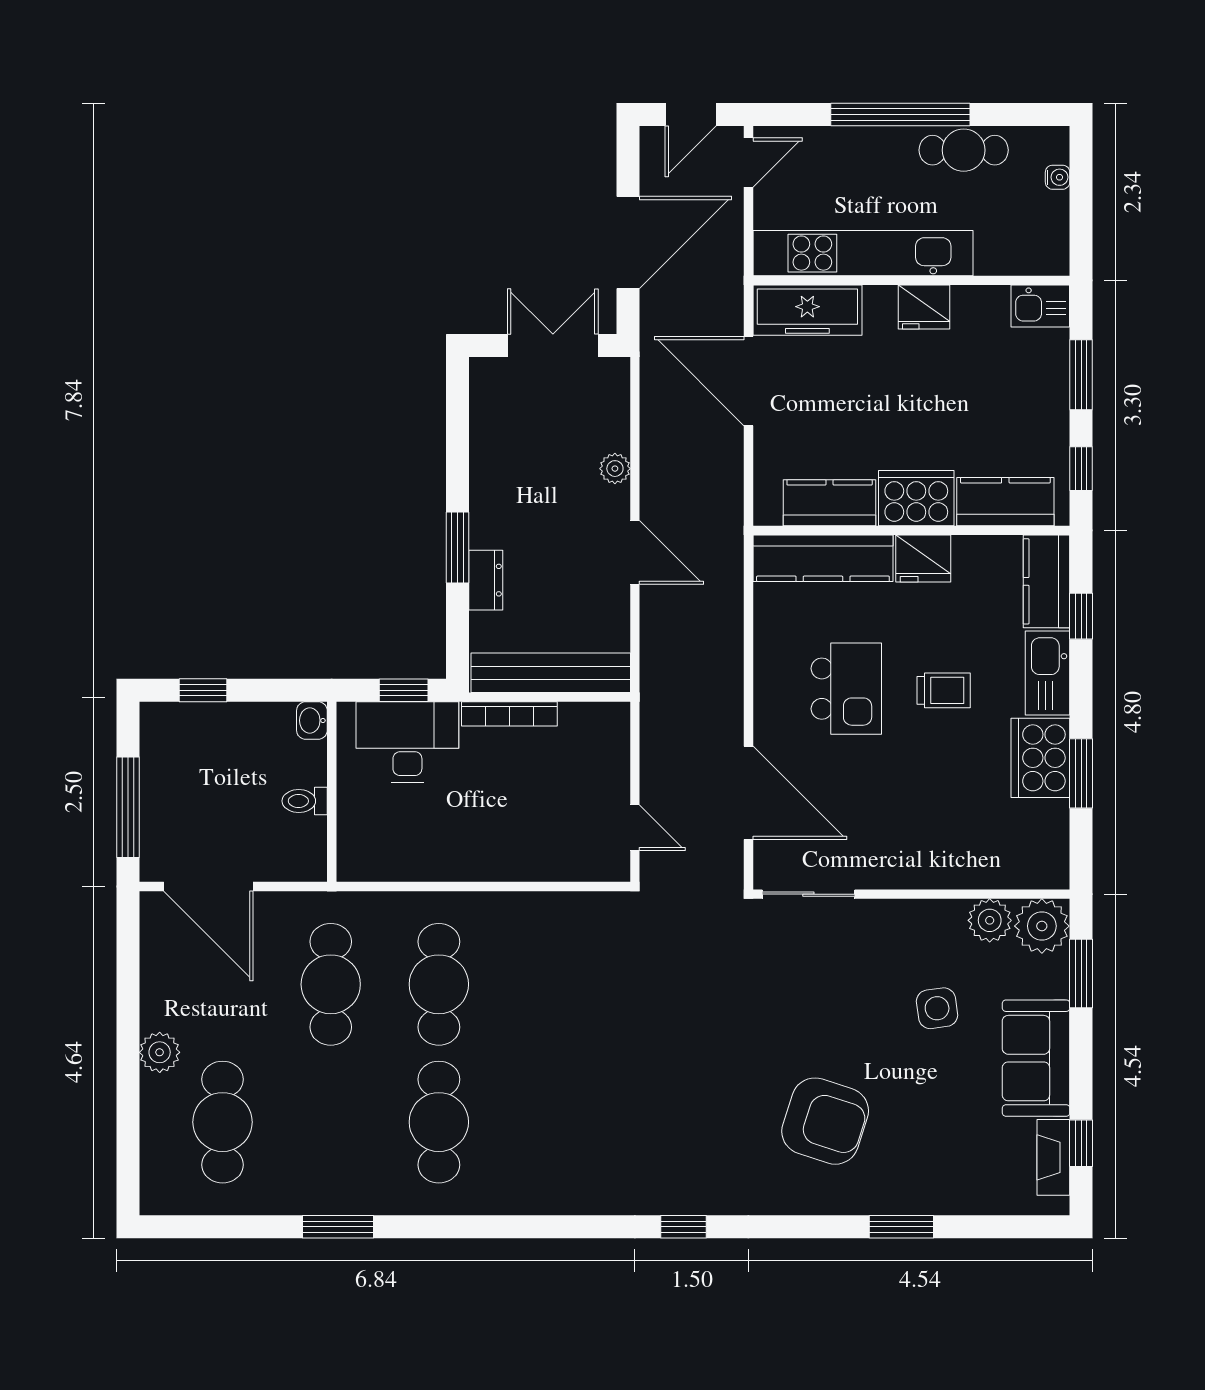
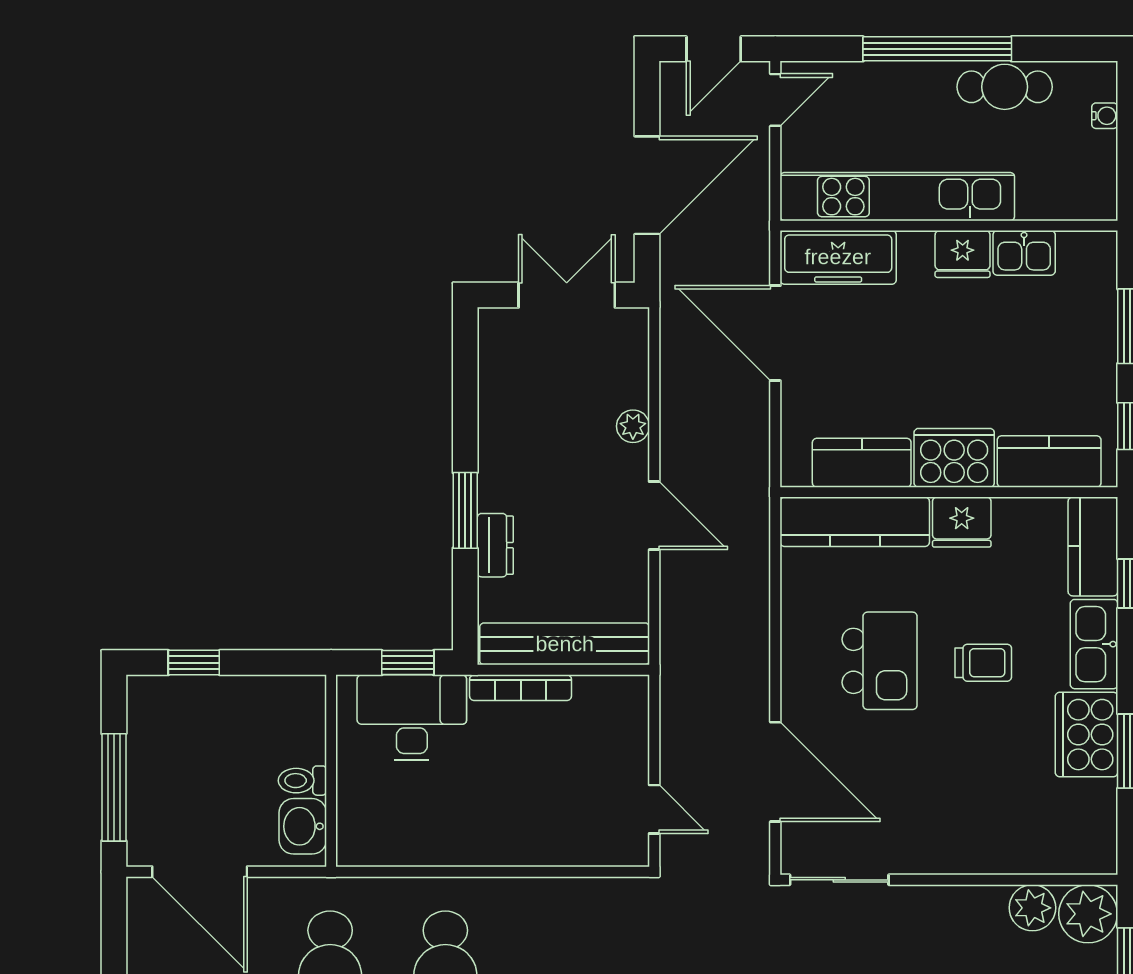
kitchen sink: (1040, 306) -> (1024, 253), moved
washbasin: (312, 720) -> (303, 826), moved, width x1.38, depth x1.45

